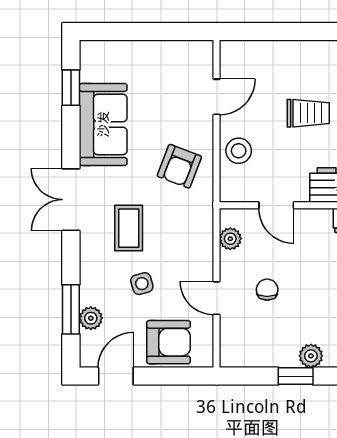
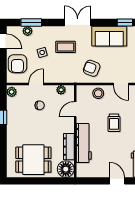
plant: (311, 356) -> (12, 92), moved

